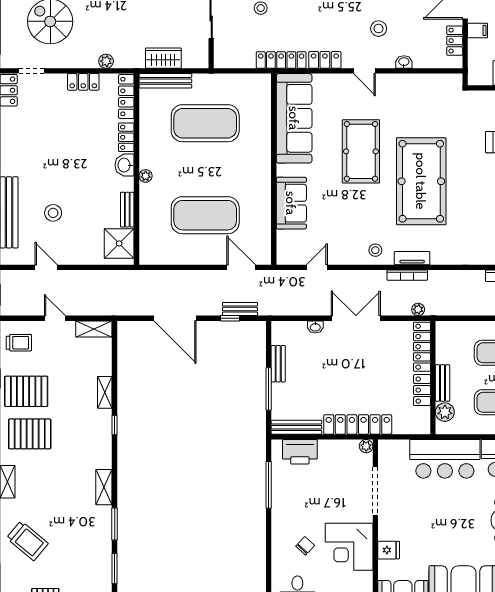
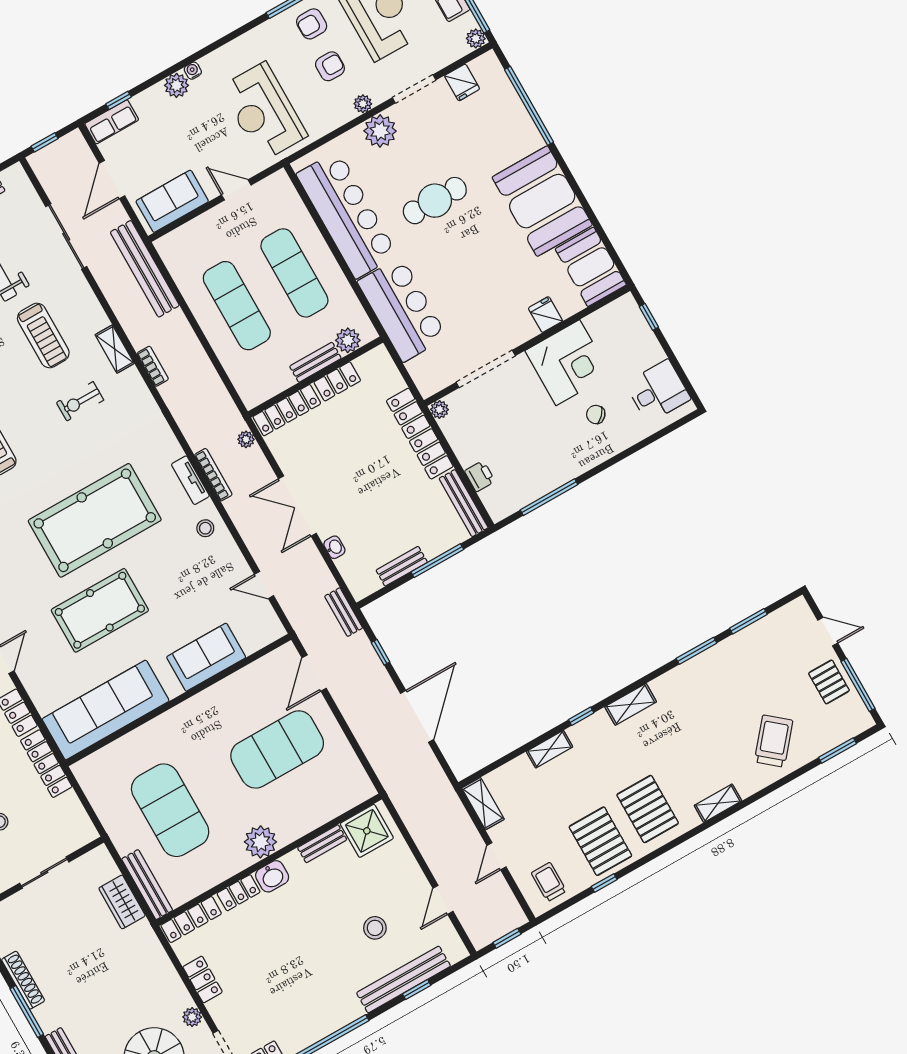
plant: (106, 61) -> (192, 1017), moved
plant: (146, 176) -> (260, 842), width x1.87, depth x1.87
exercise mat: (205, 215) -> (277, 749), turned 90
bench: (240, 309) -> (344, 612), moved
printer: (300, 452) -> (480, 476), width x0.53, depth x0.68
shelving: (104, 487) -> (631, 704), moved

